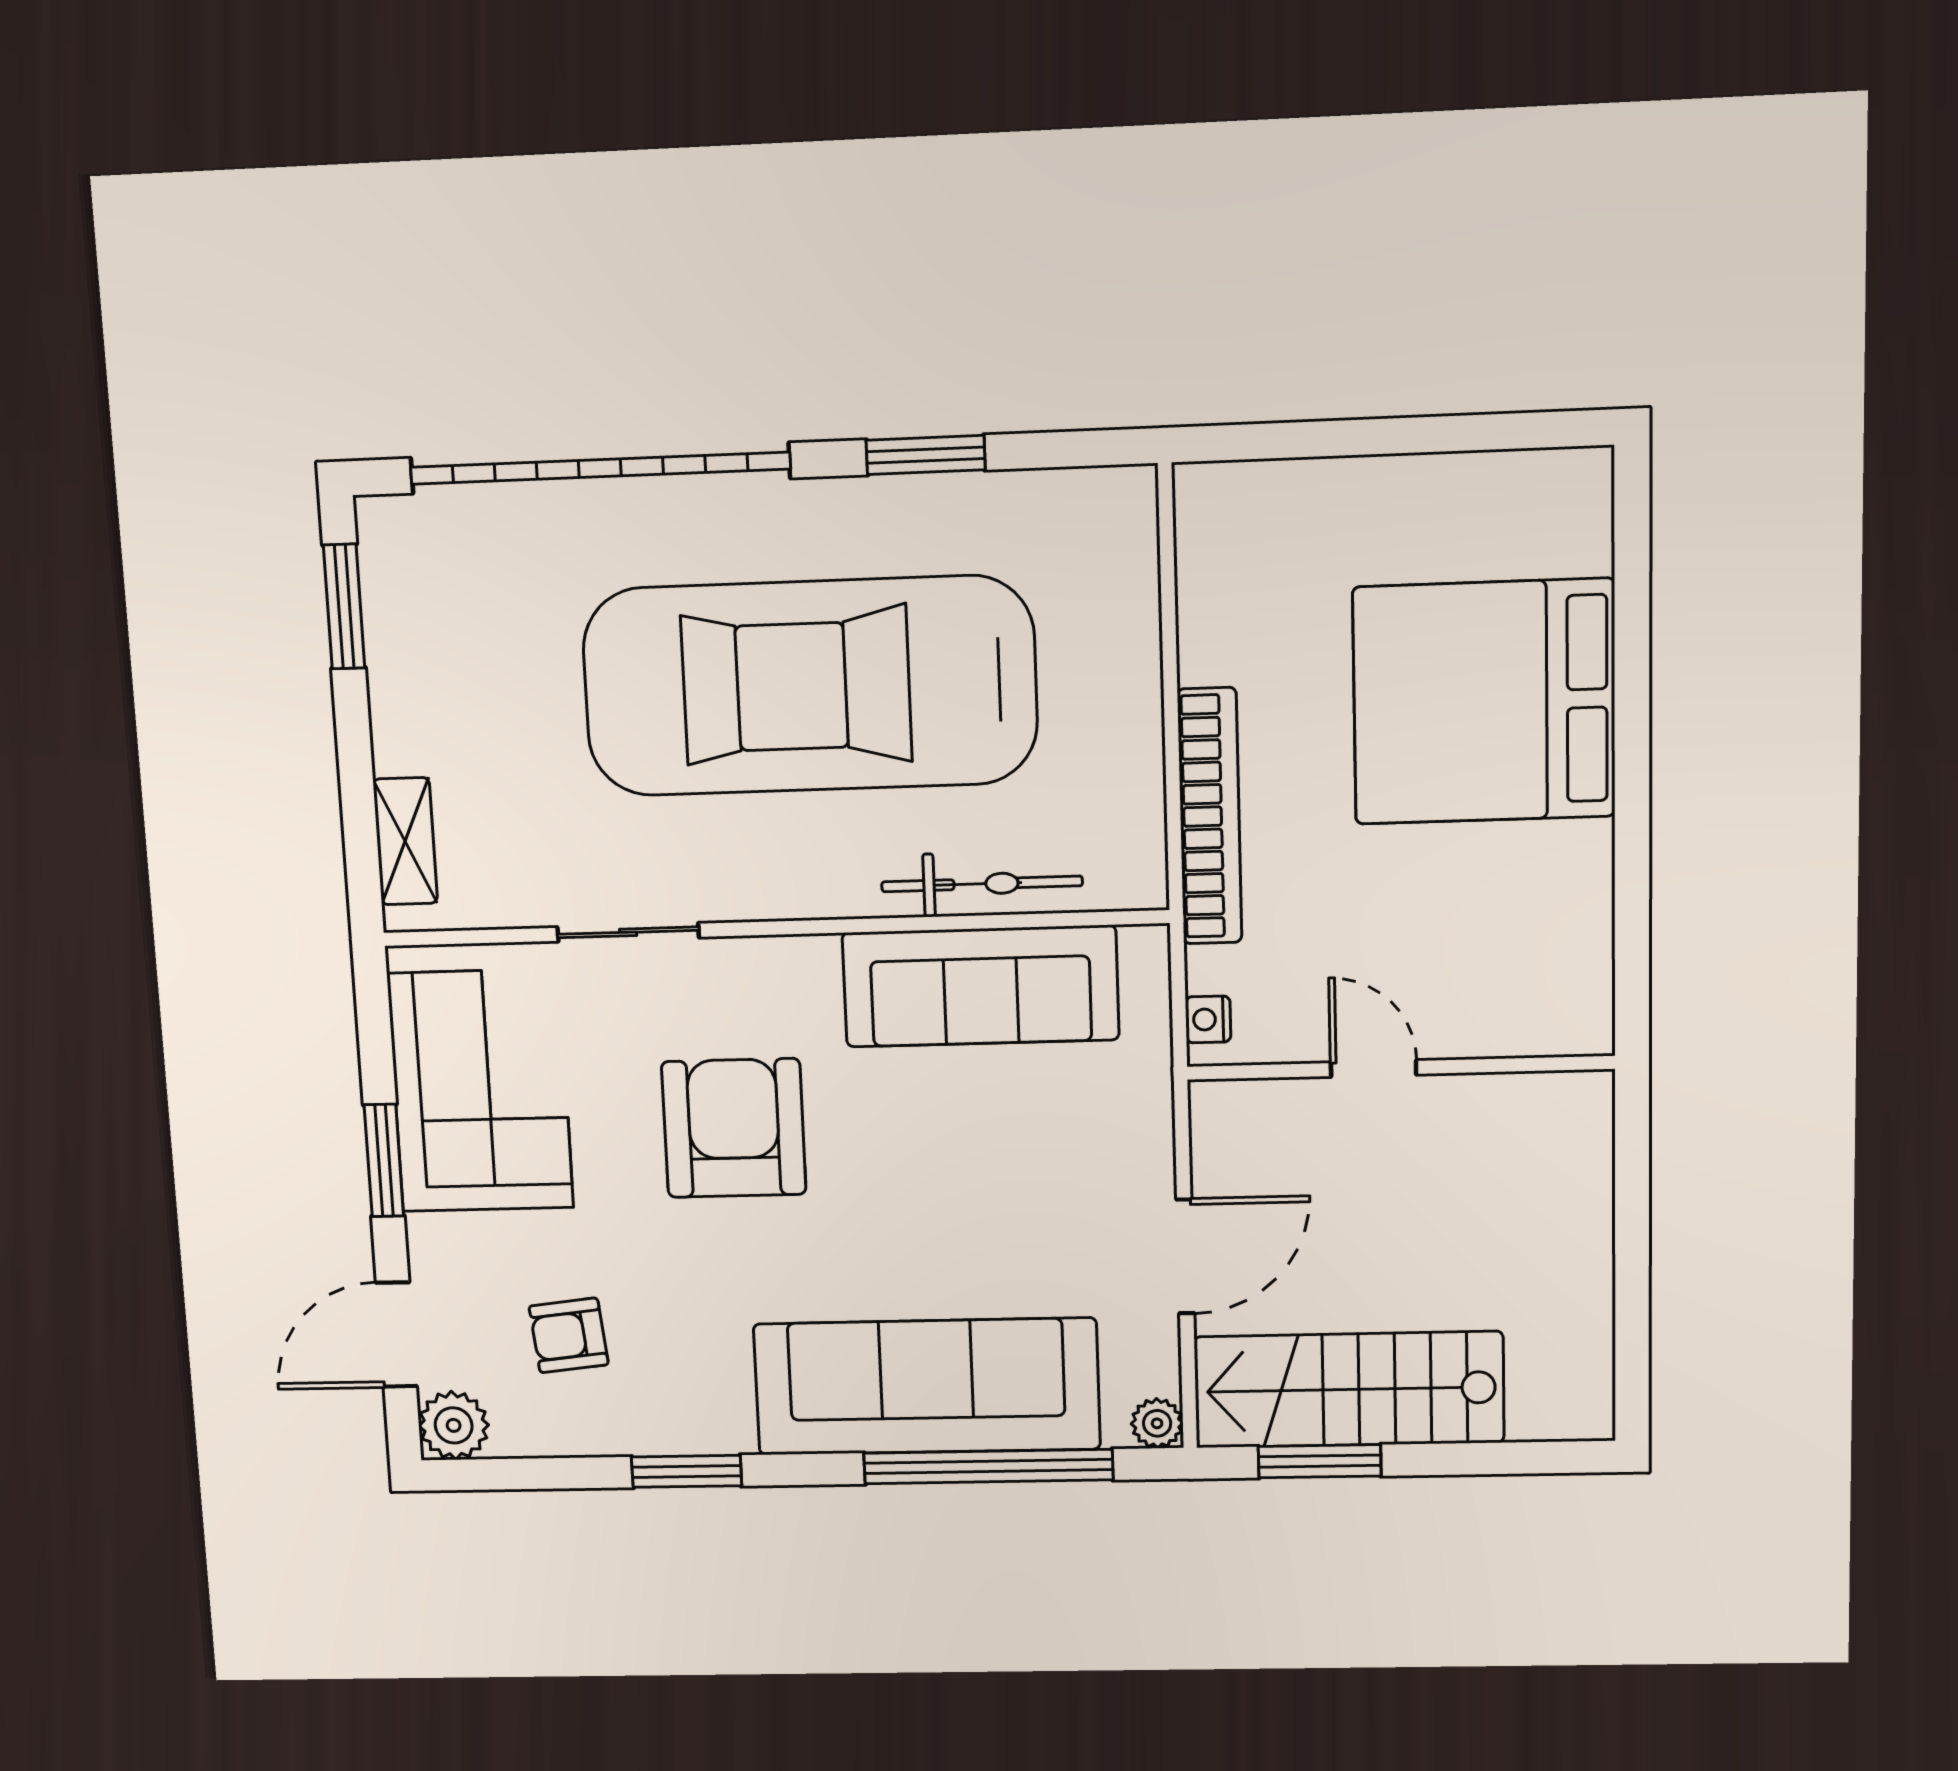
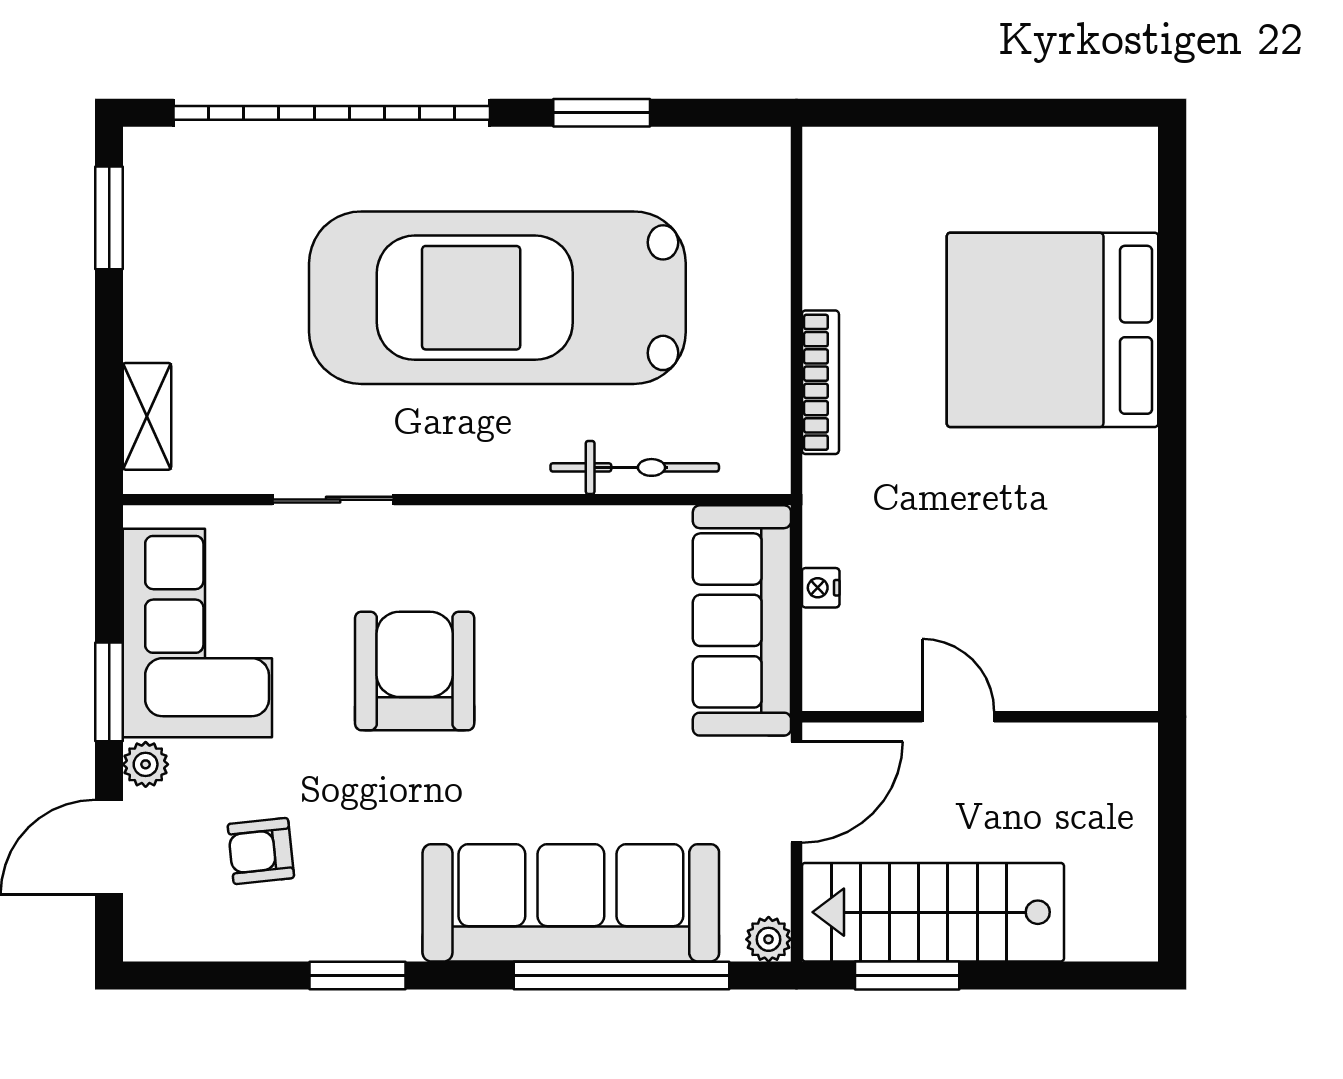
bookcase: (1210, 816) -> (820, 382), width x0.68, depth x0.76
sofa: (981, 986) -> (742, 620), moved, turned 90
door: (1374, 1068) -> (958, 717), moved
wall: (1400, 1068) -> (980, 717), moved
plant: (454, 1425) -> (146, 764), moved, width x0.73, depth x0.73

